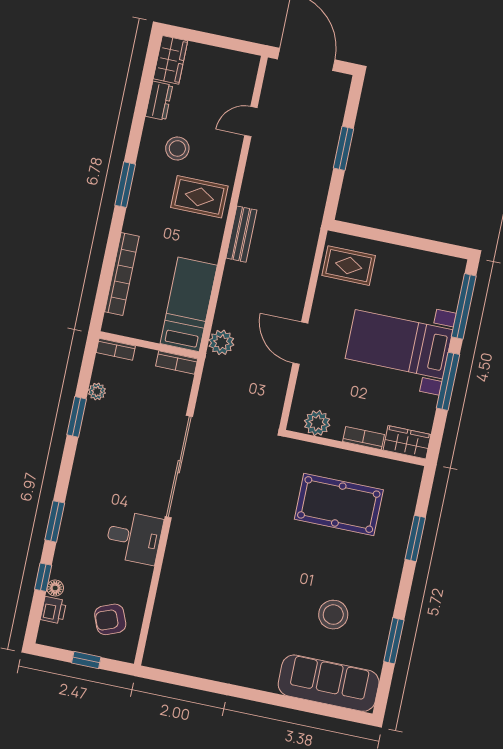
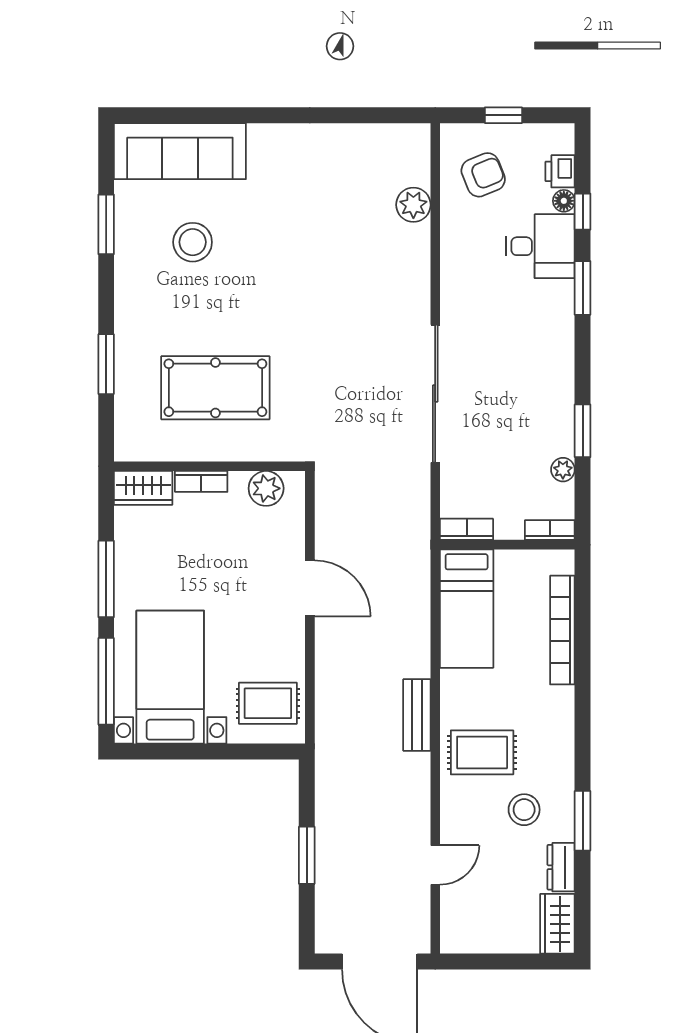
window: (125, 185) -> (583, 821), moved
plant: (221, 342) -> (413, 205), moved
bed with nightstands: (399, 344) -> (170, 677), moved, turned -90
desk: (134, 537) -> (540, 246), moved, turned 180

